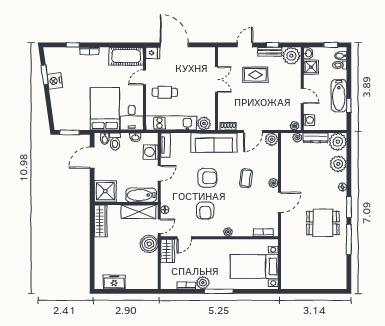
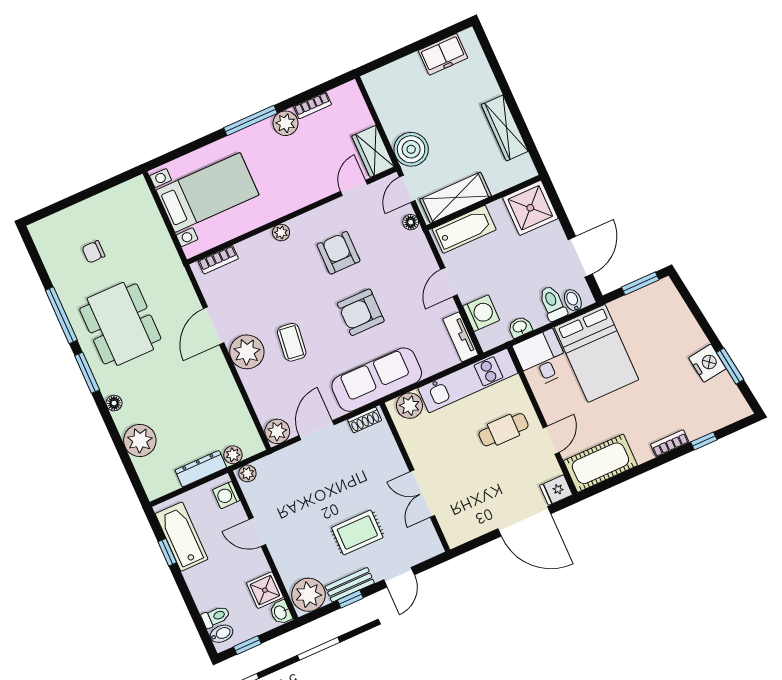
bathtub: (339, 96) -> (182, 537), moved
plant: (338, 142) -> (158, 479), removed
plant: (273, 183) -> (247, 352), width x1.88, depth x1.88
wardrobe: (101, 221) -> (505, 128), moved
dining table: (323, 223) -> (120, 324), width x1.38
chair: (320, 263) -> (93, 252), added

